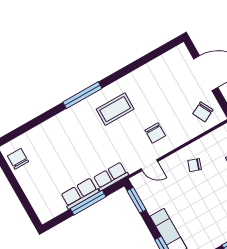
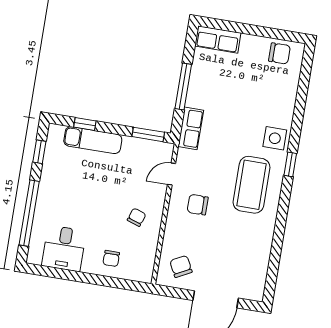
window: (82, 95) -> (290, 164), width x0.46
coffee table: (115, 109) -> (252, 185), width x1.36, depth x1.32
side table: (74, 118) -> (275, 138), added
row of seats: (80, 193) -> (218, 39), moved, turned 90

